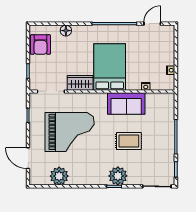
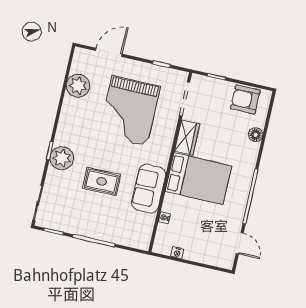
rug: (129, 141) -> (102, 181), turned 90

